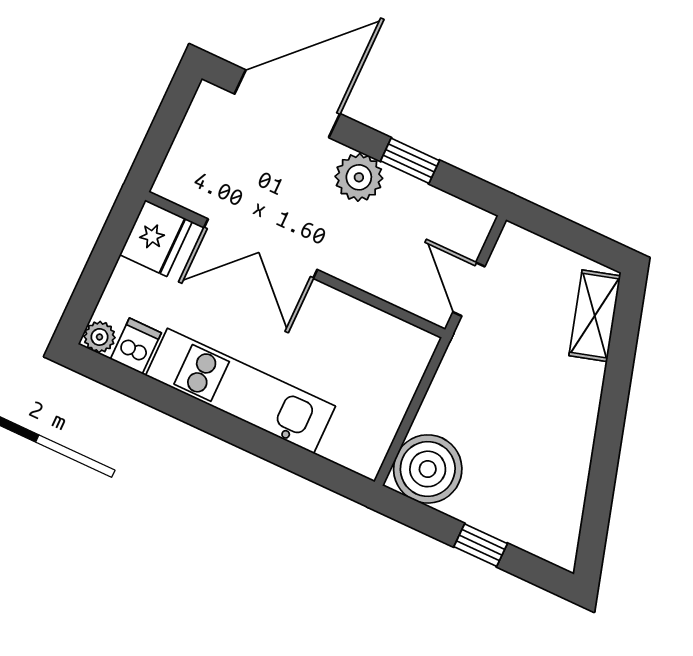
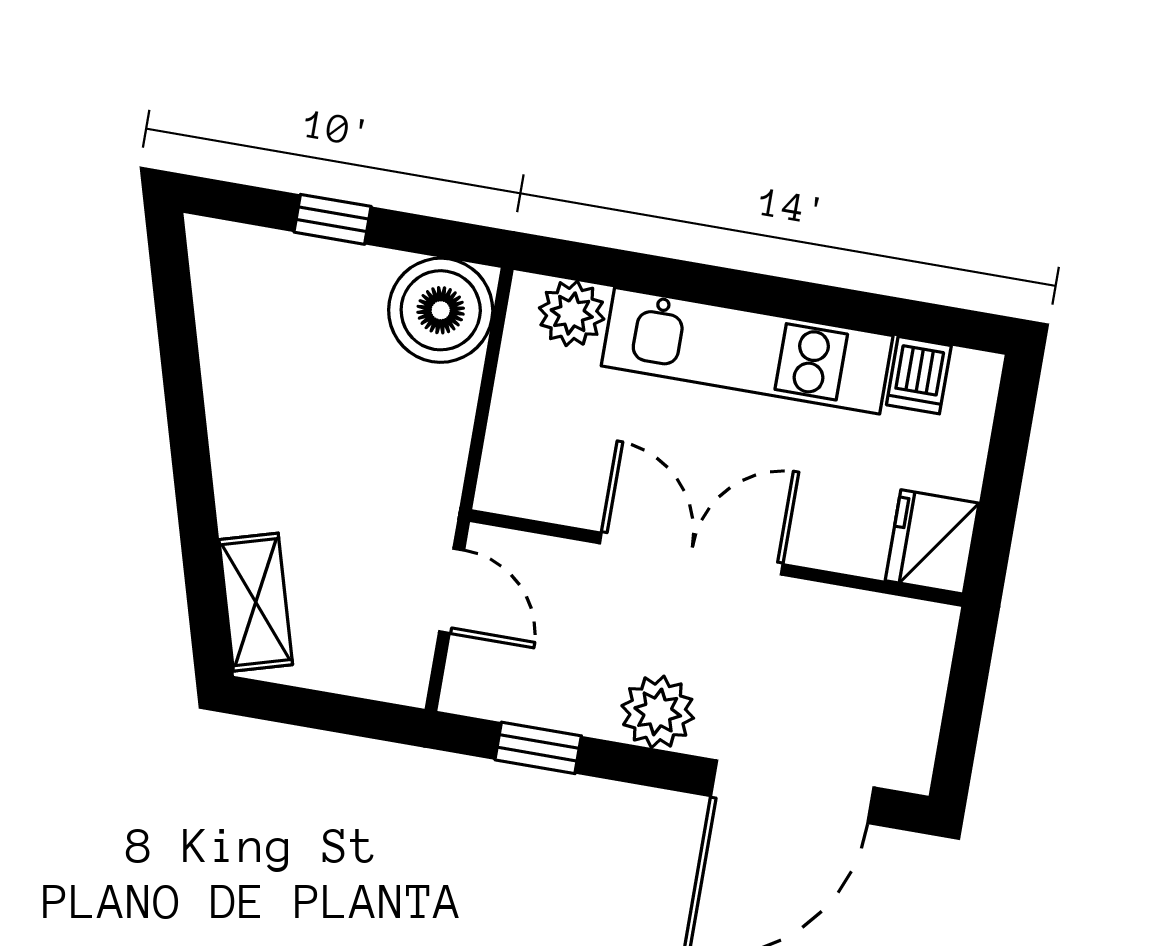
window: (410, 161) -> (538, 748), moved
double door: (261, 249) -> (691, 554), moved
plant: (99, 337) -> (572, 313), moved, width x1.38, depth x1.38

